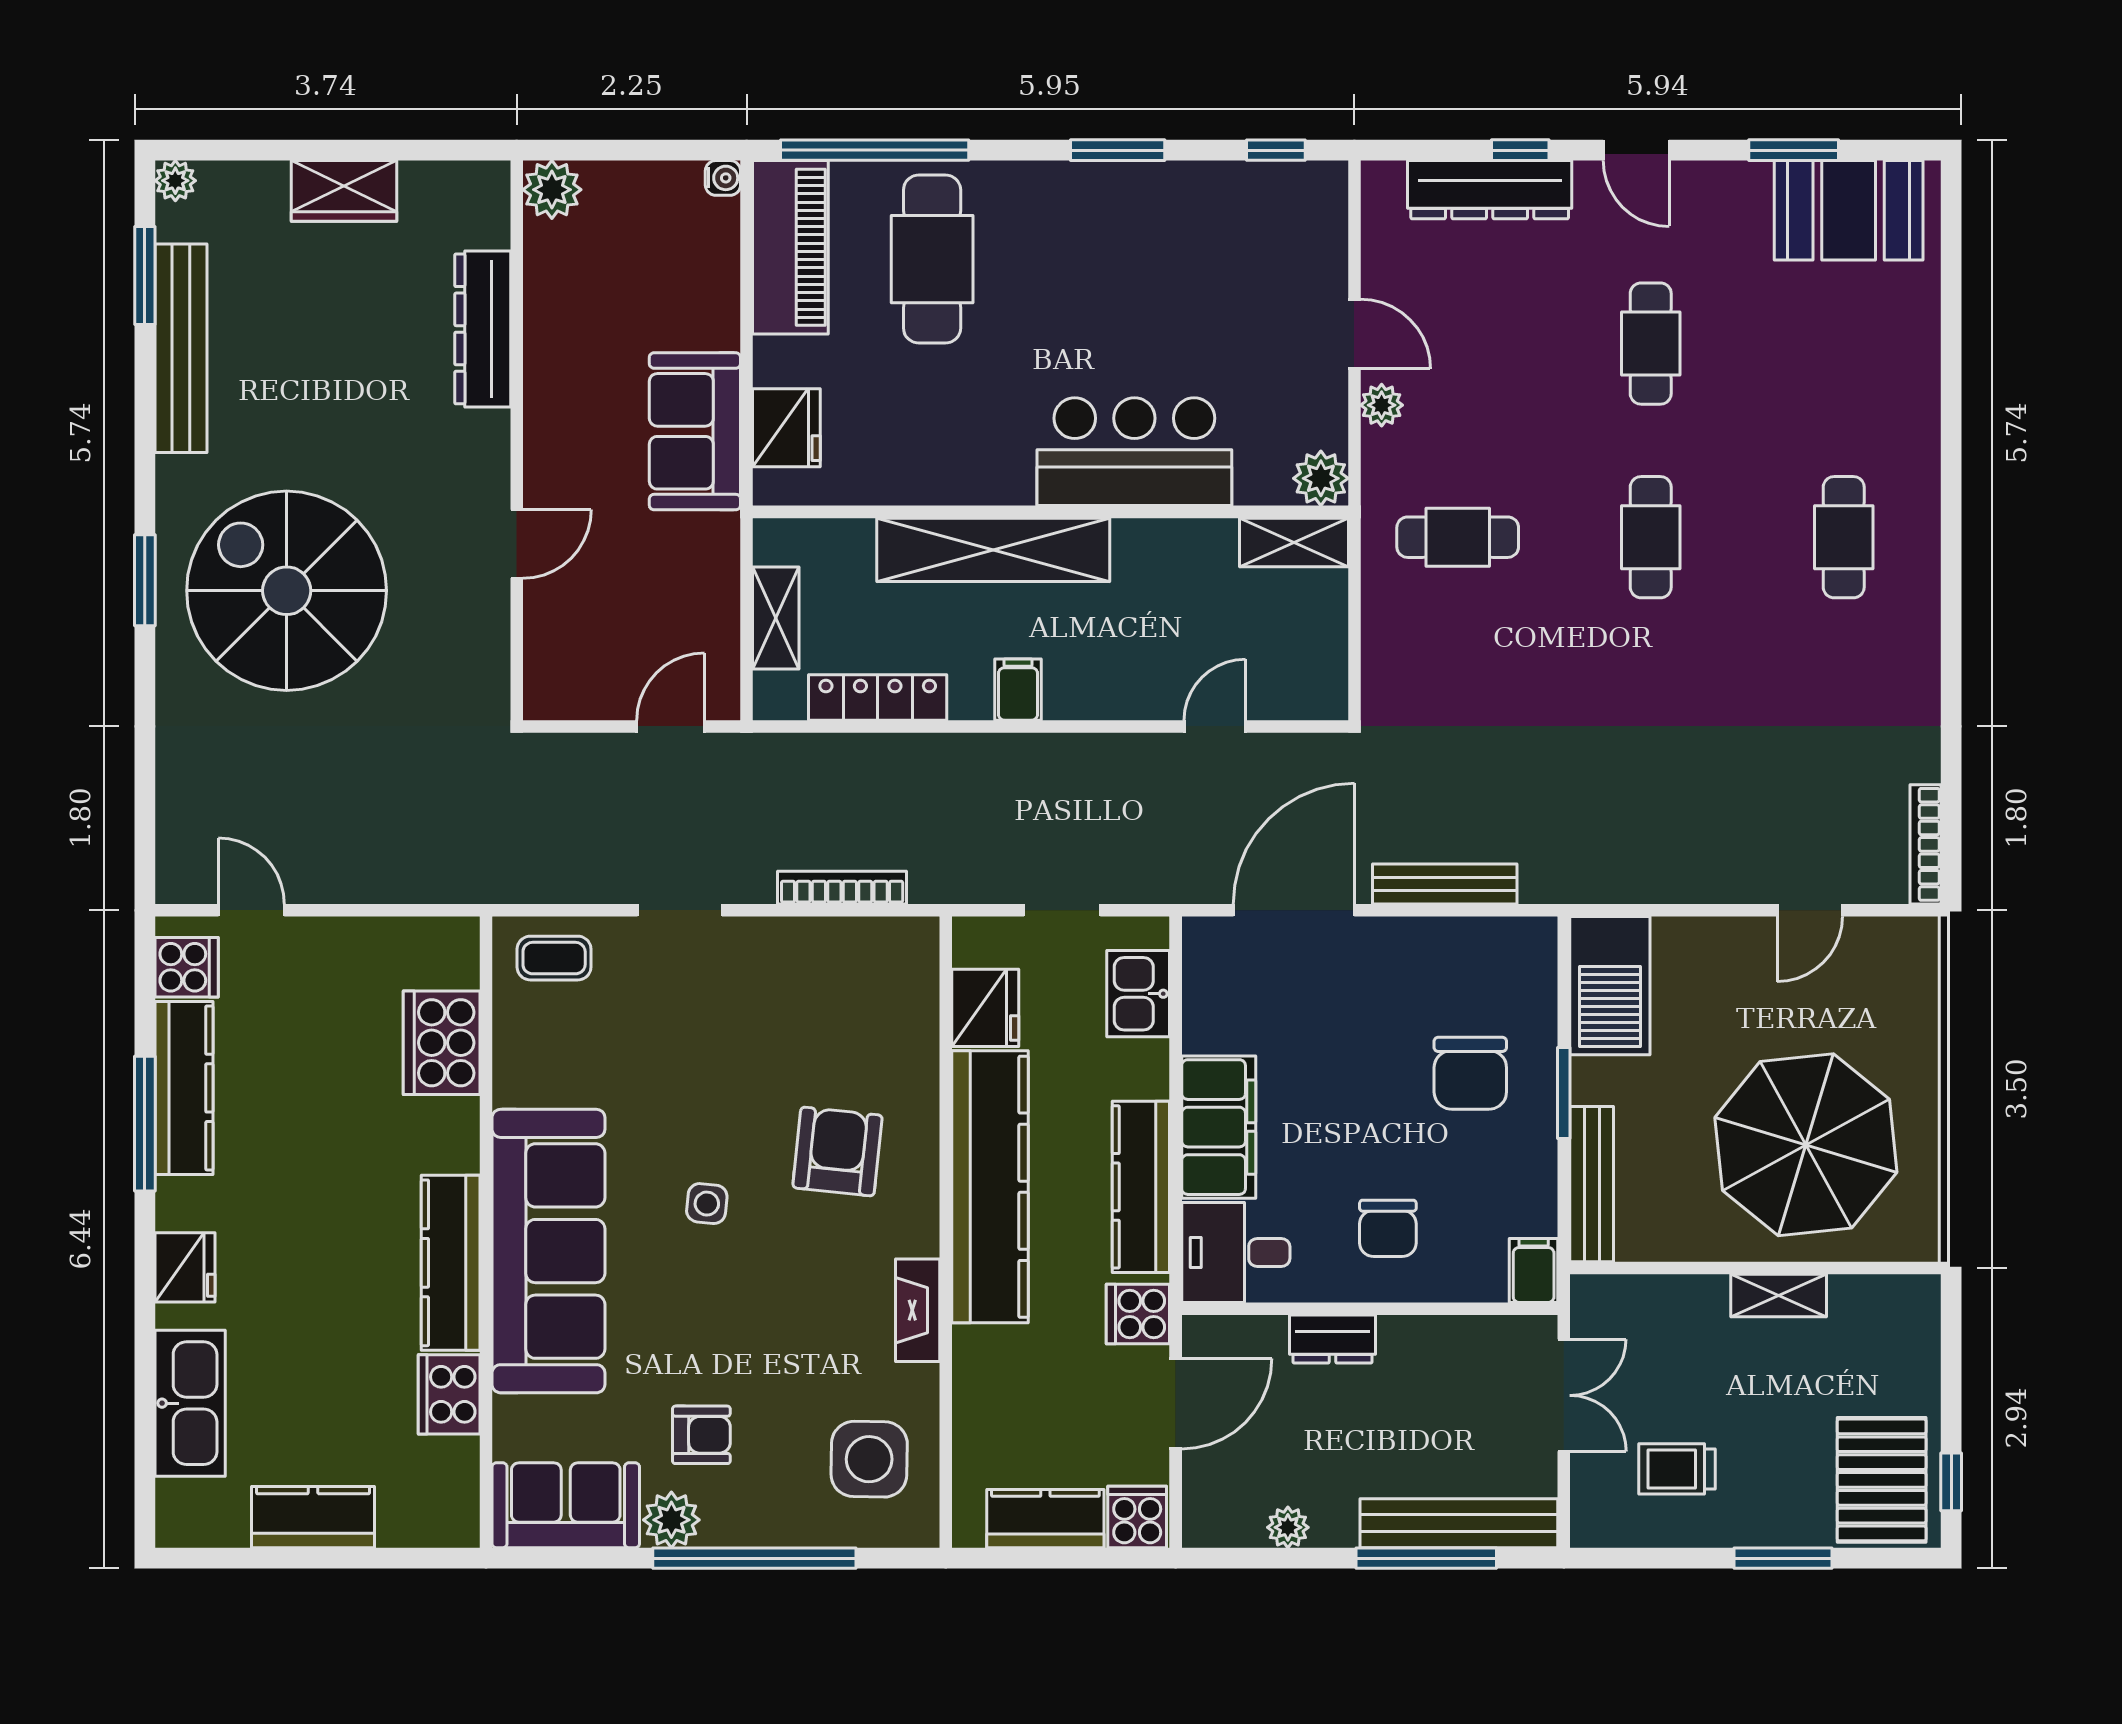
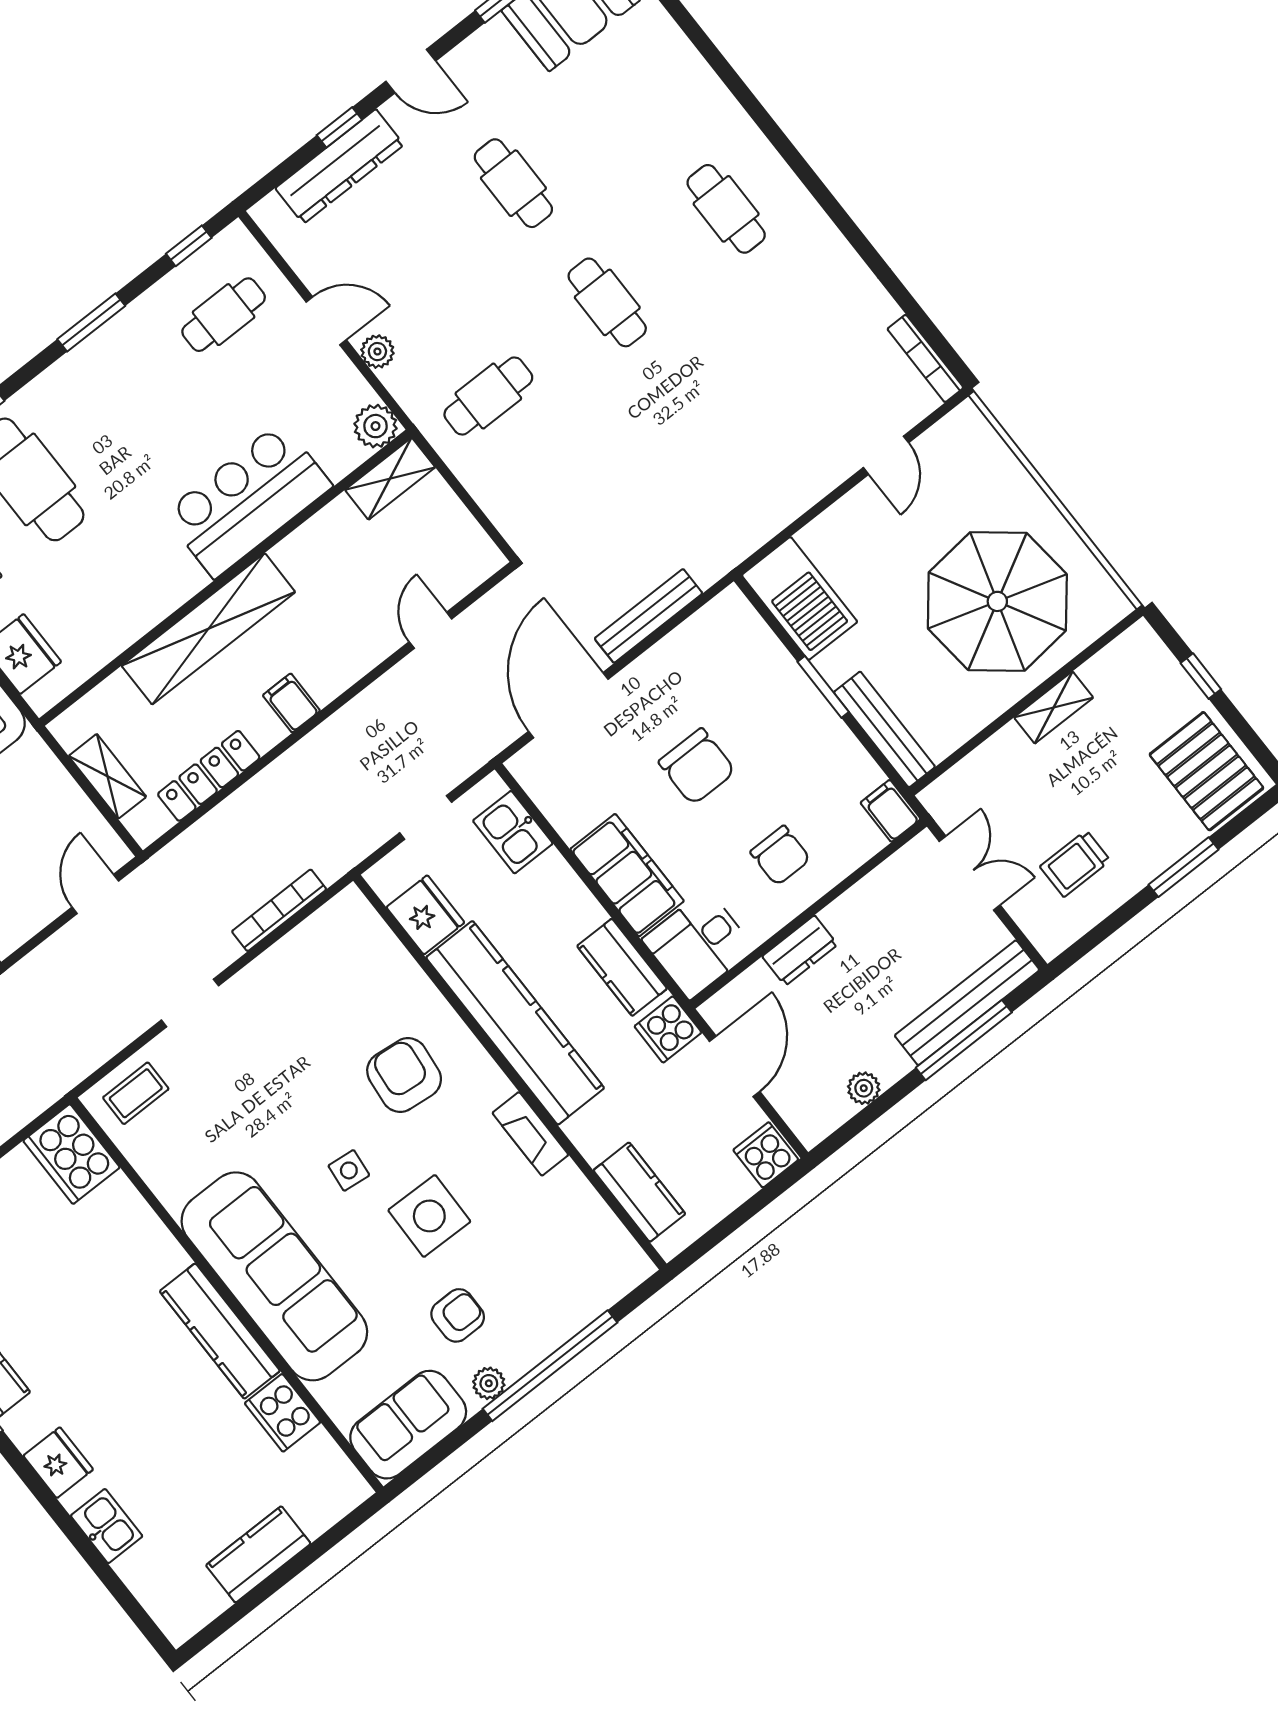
cafe table: (1256, 247) -> (224, 315), added
cooker: (442, 1043) -> (71, 1154), moved
chair: (1470, 1073) -> (697, 766), moved
kitchen counter: (1141, 1187) -> (622, 967), width x0.67
kitchen sink: (190, 1403) -> (107, 1526), width x0.53, depth x0.81
side table: (869, 1459) -> (429, 1216), moved
window: (1951, 1482) -> (1201, 676), moved
kitchen counter: (1045, 1519) -> (639, 1192), moved, turned 90
plant: (671, 1520) -> (489, 1383), width x0.73, depth x0.73

